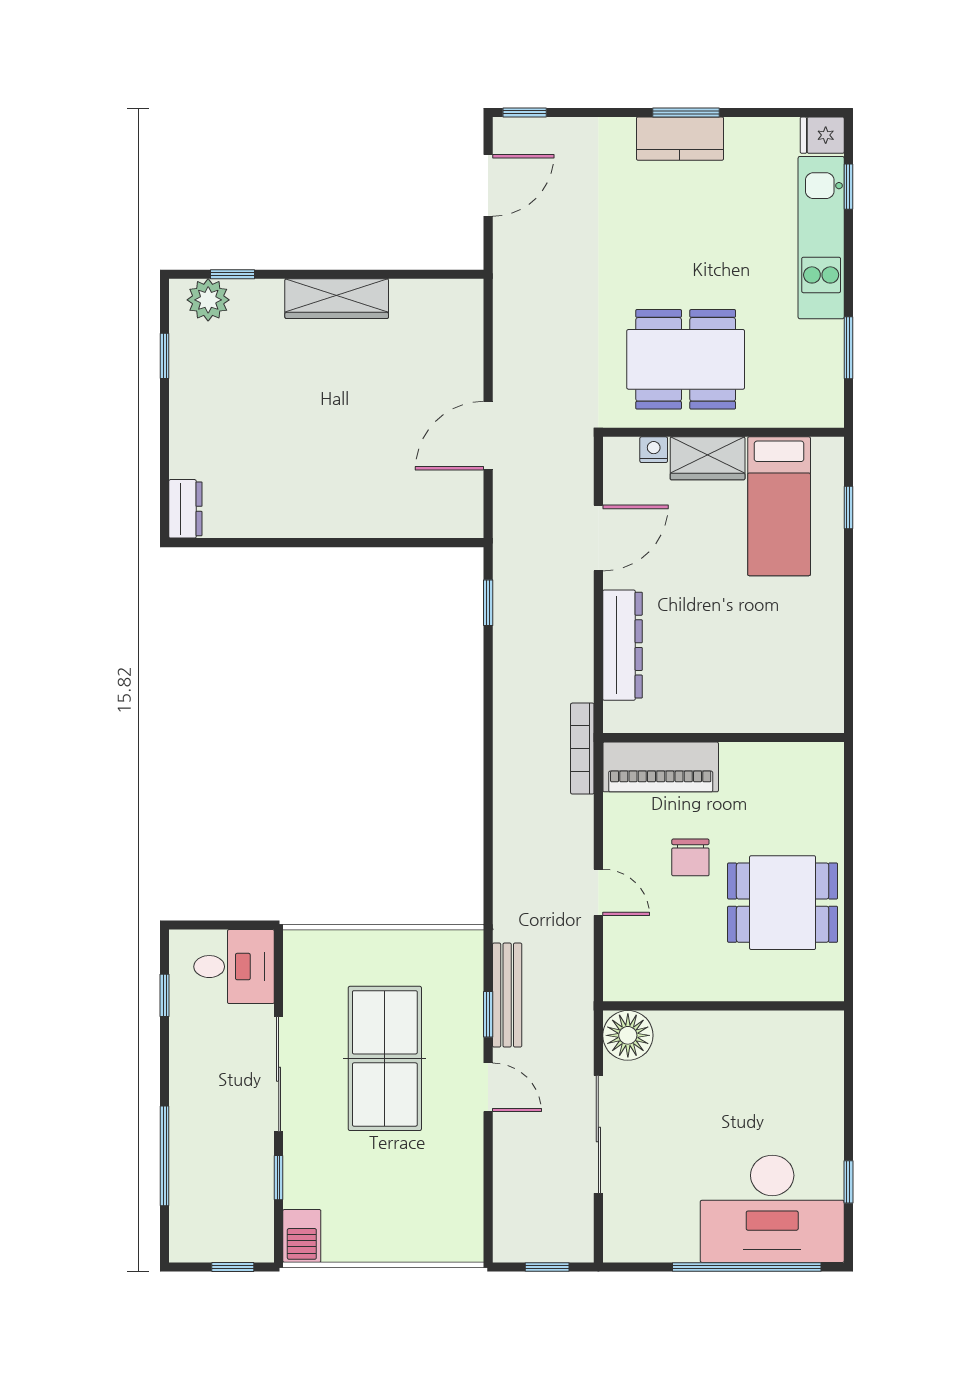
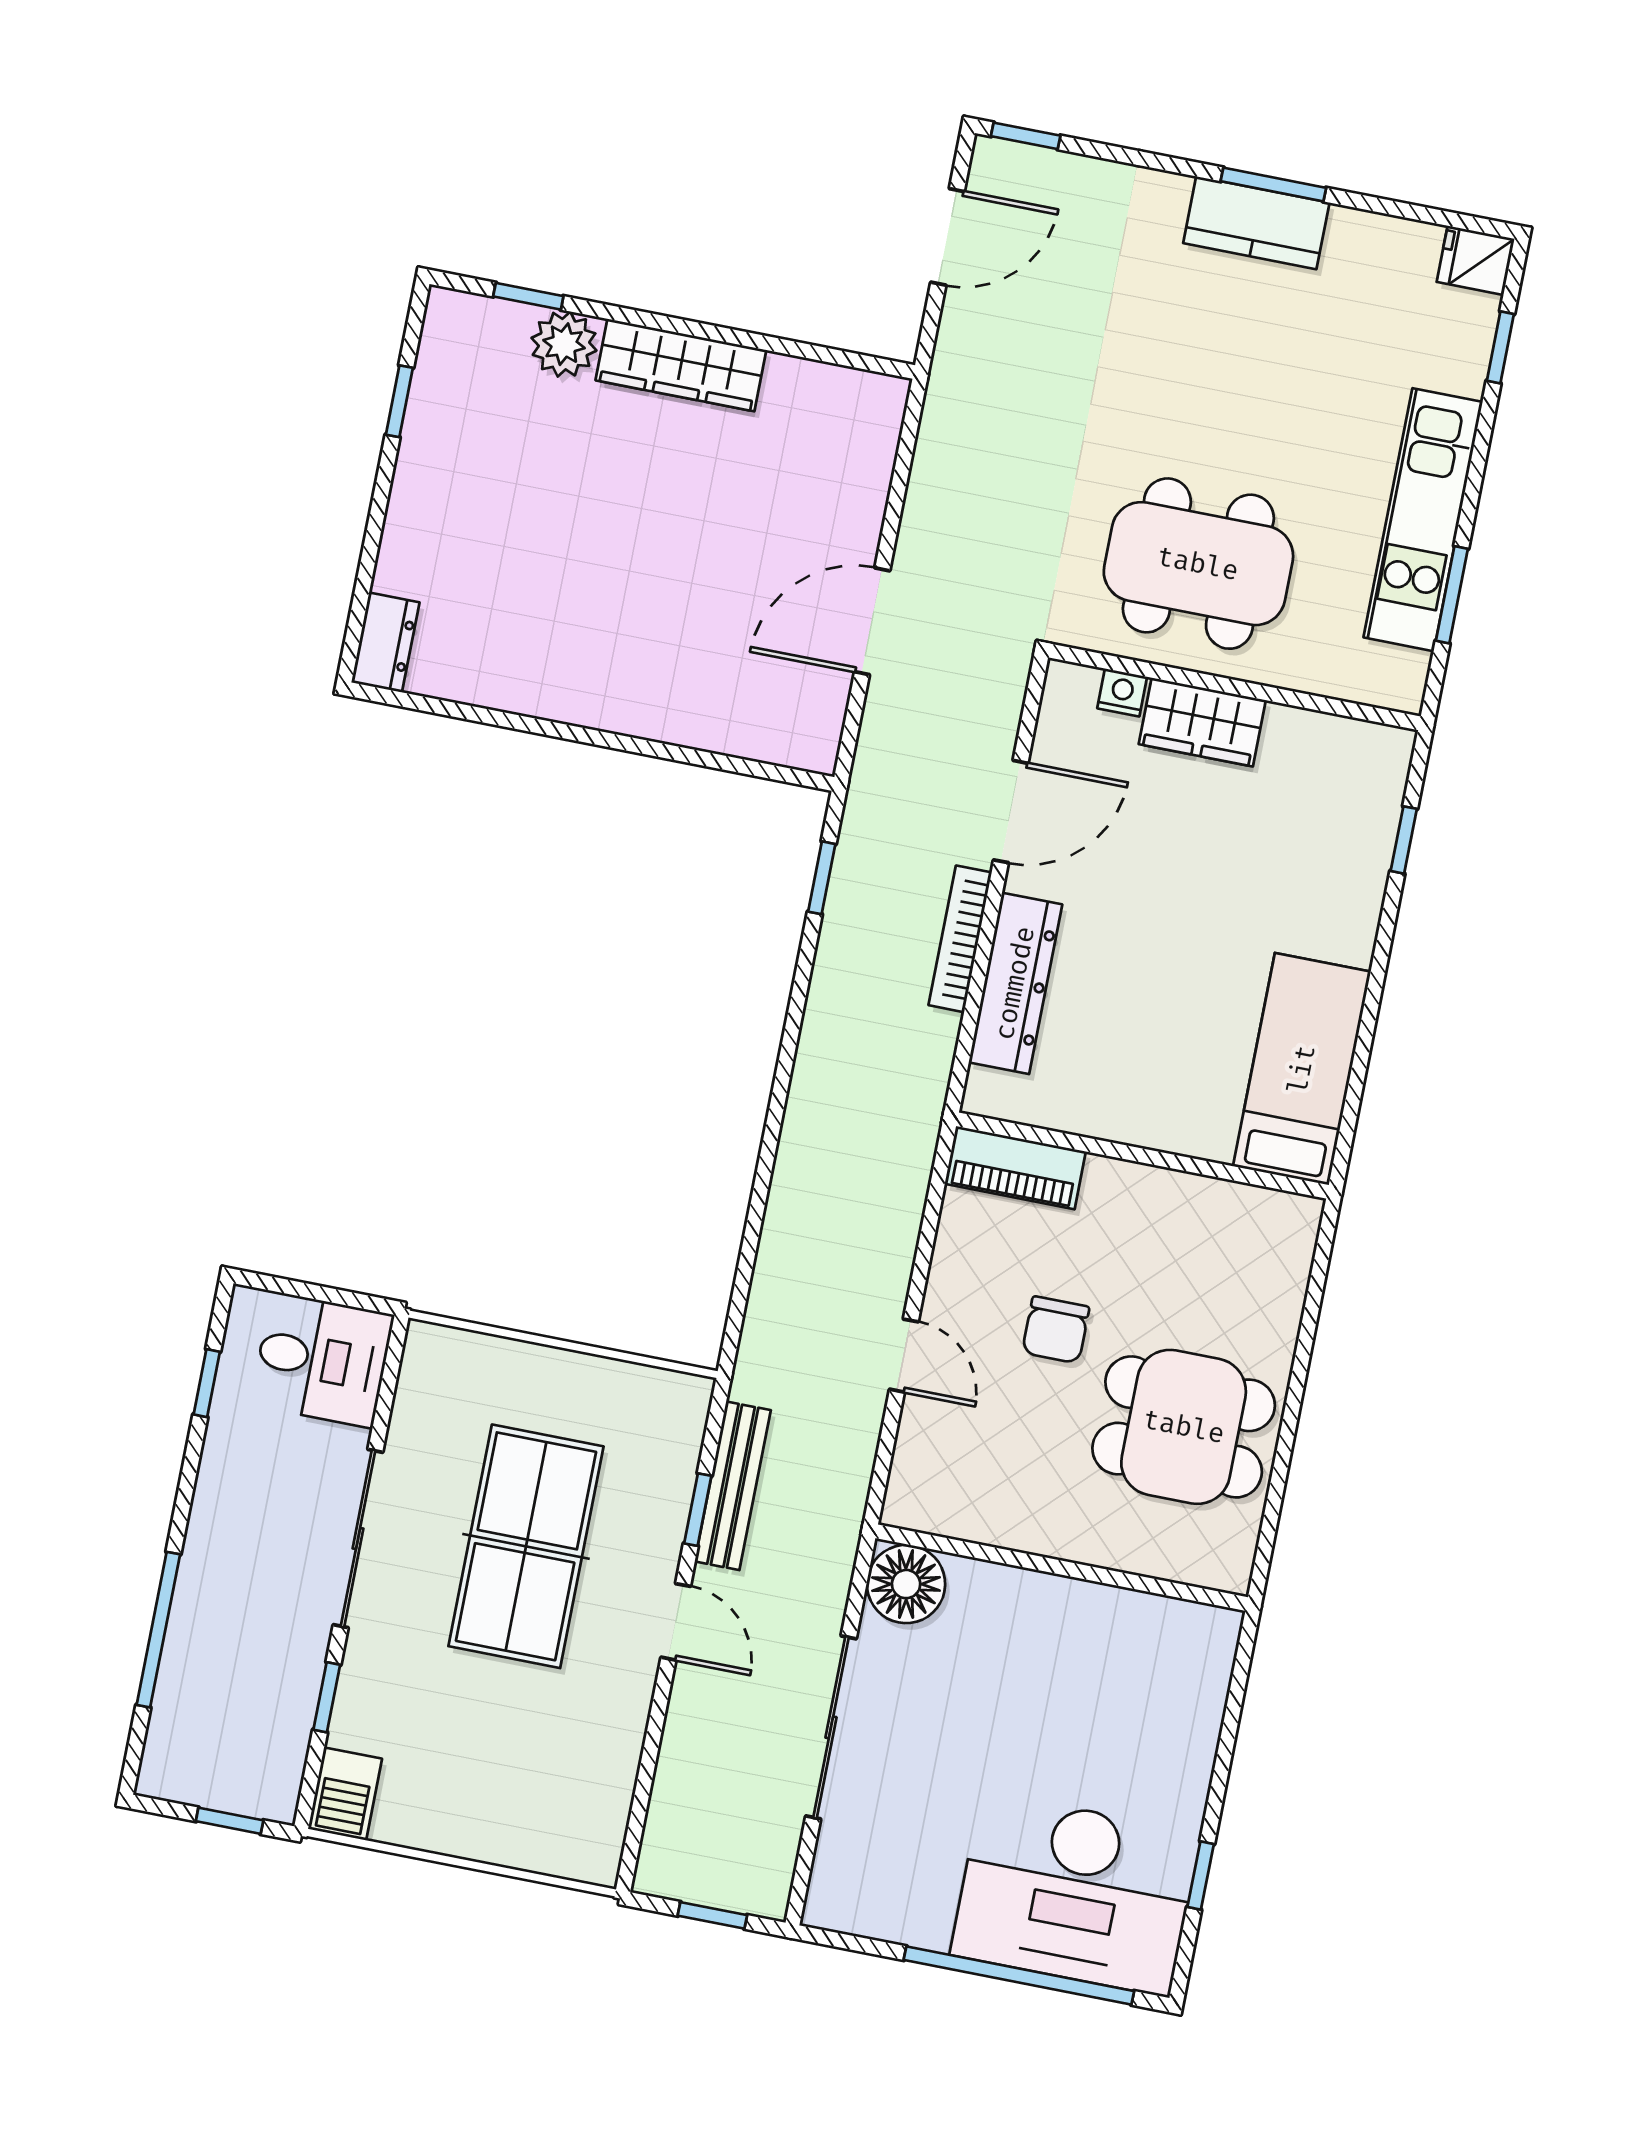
kitchen unit: (821, 238) -> (1423, 520), moved
plant: (208, 300) -> (564, 344), moved
bed: (779, 506) -> (1302, 1069), moved, turned 180
bookcase: (582, 749) -> (960, 939), moved
piano: (661, 767) -> (1015, 1168), width x0.73, depth x0.75

